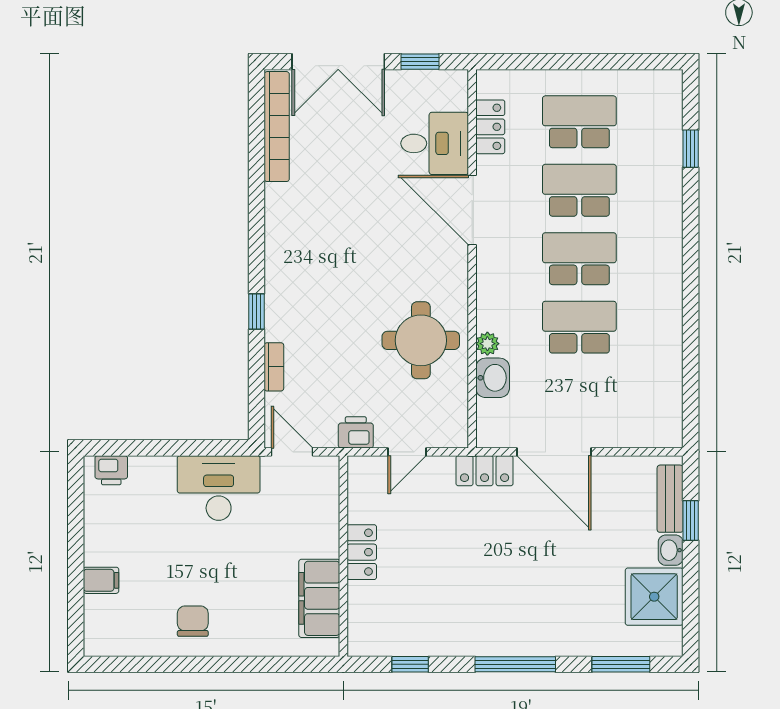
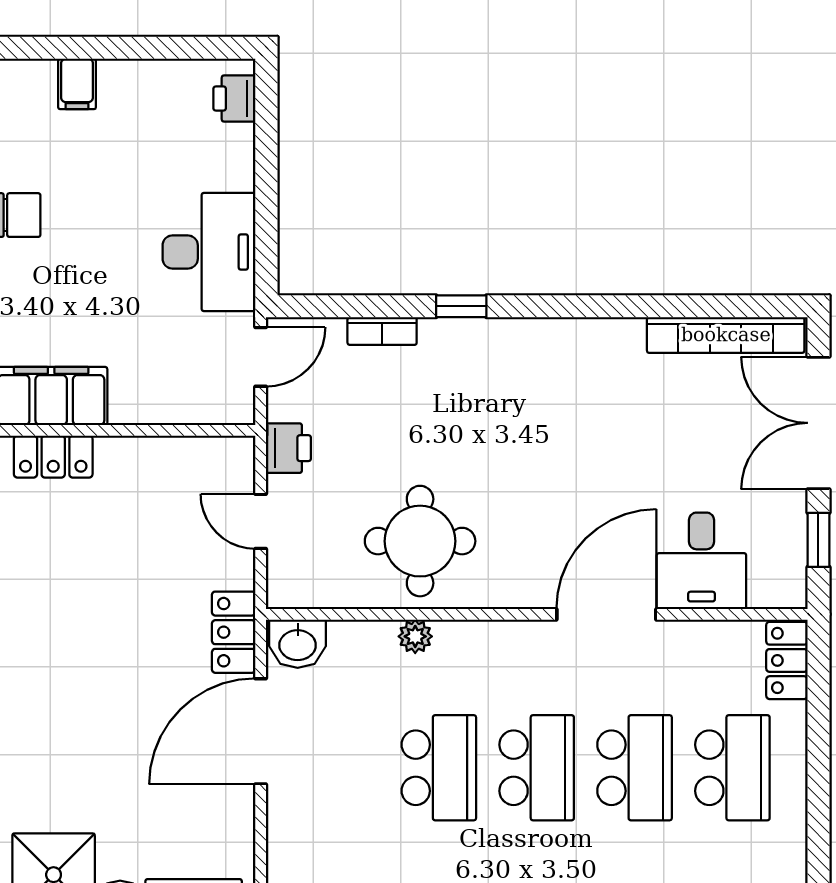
locker: (490, 127) -> (787, 660), moved, turned 90
washbasin: (493, 378) -> (298, 644), moved
locker: (362, 552) -> (53, 457), moved

